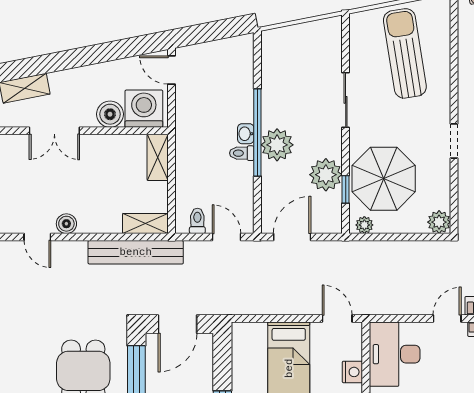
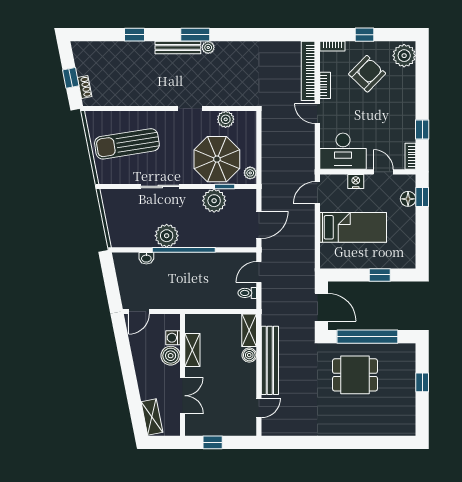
washing machine: (144, 109) -> (173, 338), width x0.53, depth x0.53
washbasin: (246, 134) -> (146, 258), moved
plant: (277, 145) -> (167, 236), moved
toilet: (242, 153) -> (199, 261), removed
shelving: (158, 157) -> (192, 350), moved, turned 90
plant: (439, 222) -> (226, 119), moved
boiler: (66, 224) -> (249, 355), moved
door: (292, 237) -> (259, 225), swing flipped
bench: (136, 252) -> (270, 360), moved

